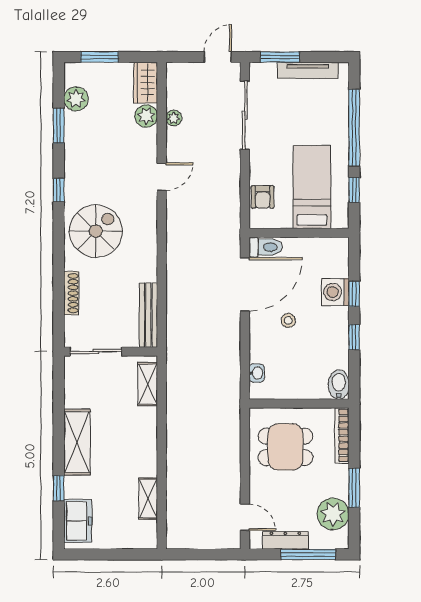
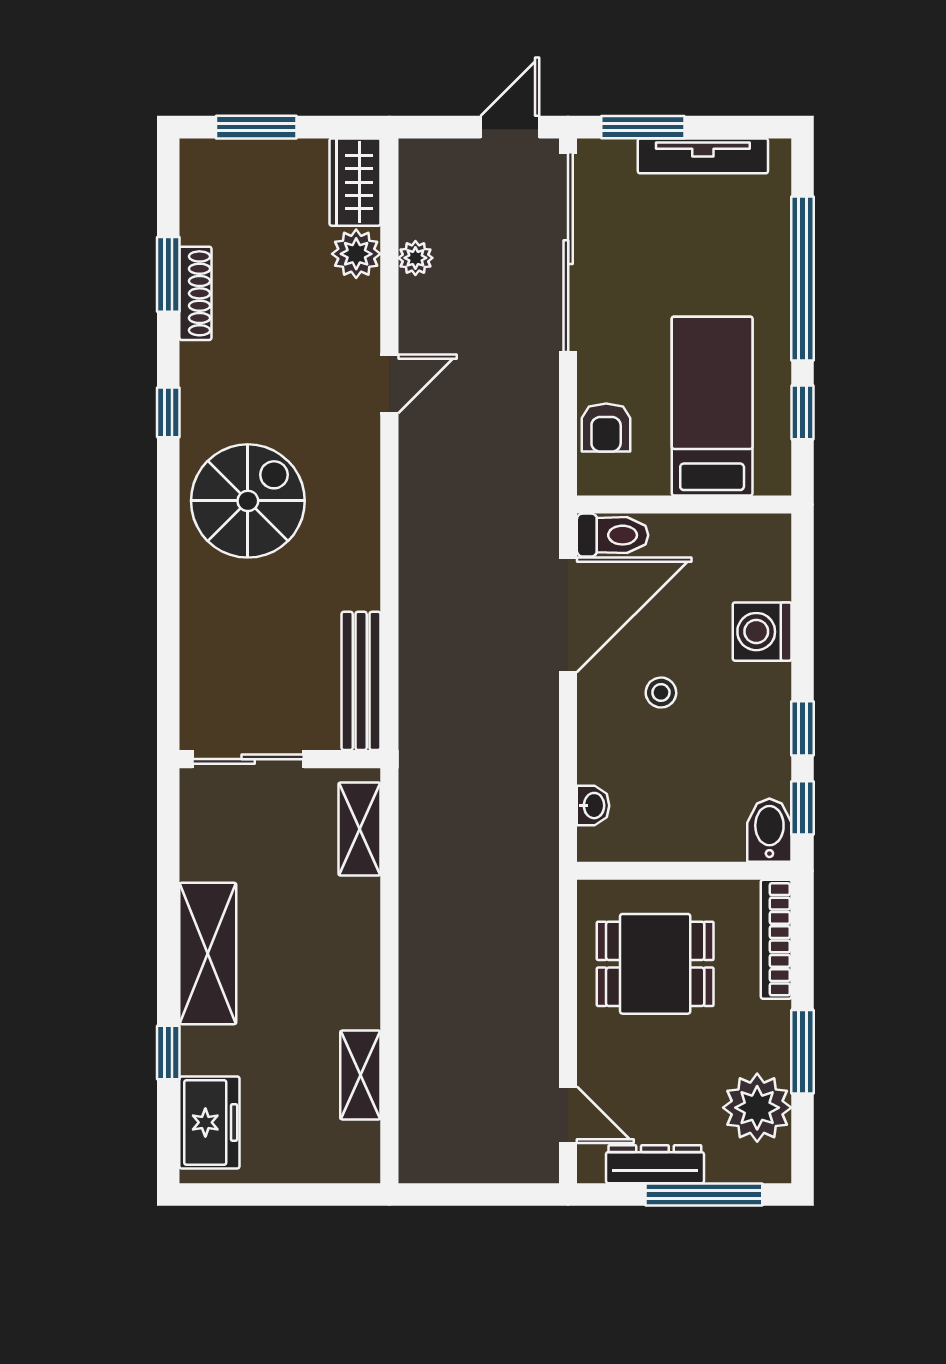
plant: (76, 99) -> (206, 217), removed
sliding door: (245, 115) -> (568, 252), width x1.36
shoe rack: (71, 293) -> (195, 293), moved
window: (354, 294) -> (803, 808), moved

